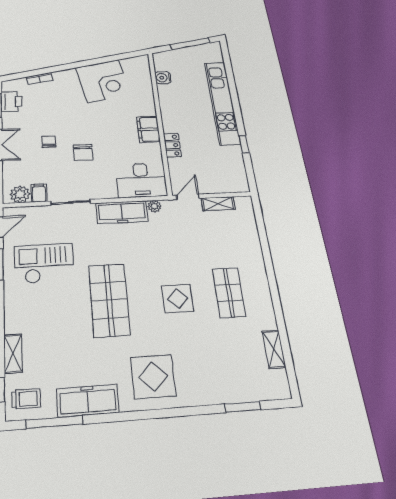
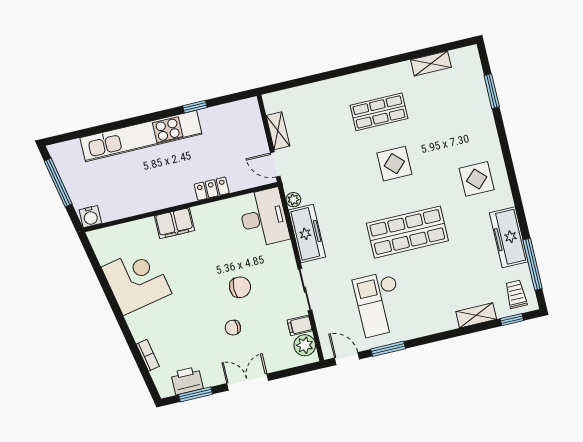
water cooler: (163, 78) -> (90, 217), moved
filing cabinet: (148, 129) -> (174, 223), moved
display table: (153, 377) -> (477, 179), width x0.73, depth x0.73

